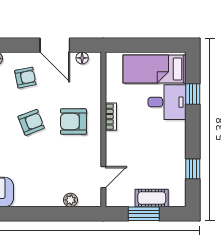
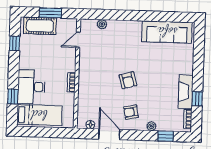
desk: (167, 102) -> (31, 87), width x1.37
armchair: (73, 121) -> (98, 80), removed
armchair: (31, 122) -> (128, 80), turned -85
cot: (152, 198) -> (40, 26), width x1.37, depth x1.34

